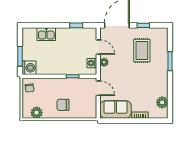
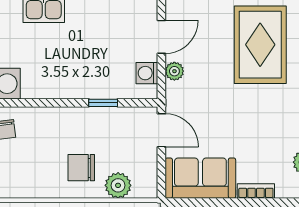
door: (98, 47) -> (161, 37), hinge flipped
rug: (142, 51) -> (260, 45), width x1.36, depth x1.43
plant: (37, 113) -> (118, 185), moved

